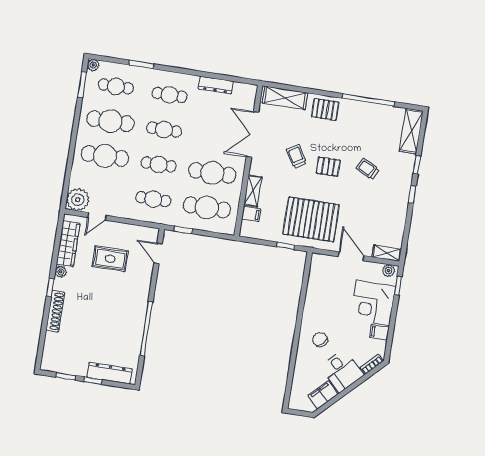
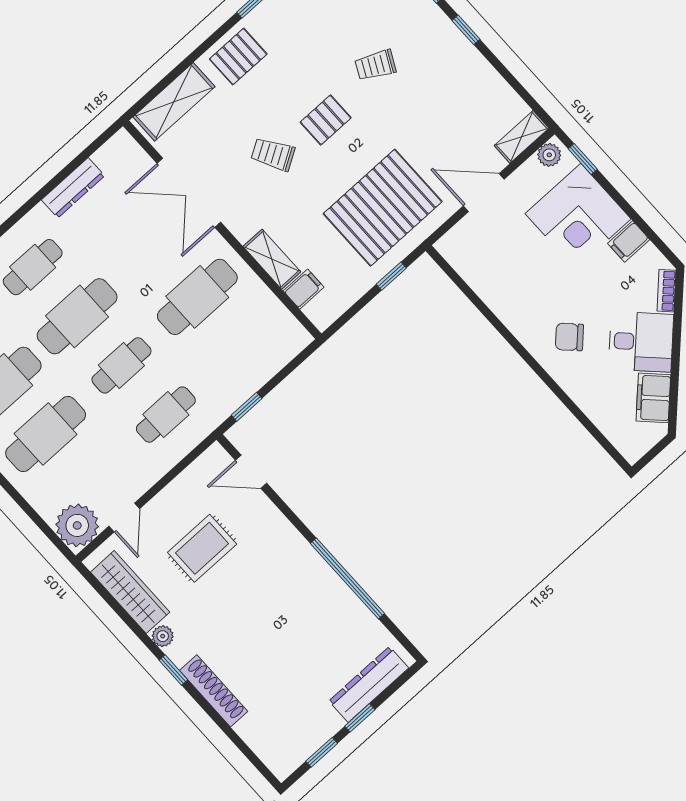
cafe table: (164, 130) -> (77, 316), width x1.37, depth x1.35
cafe table: (207, 208) -> (242, 346), removed

